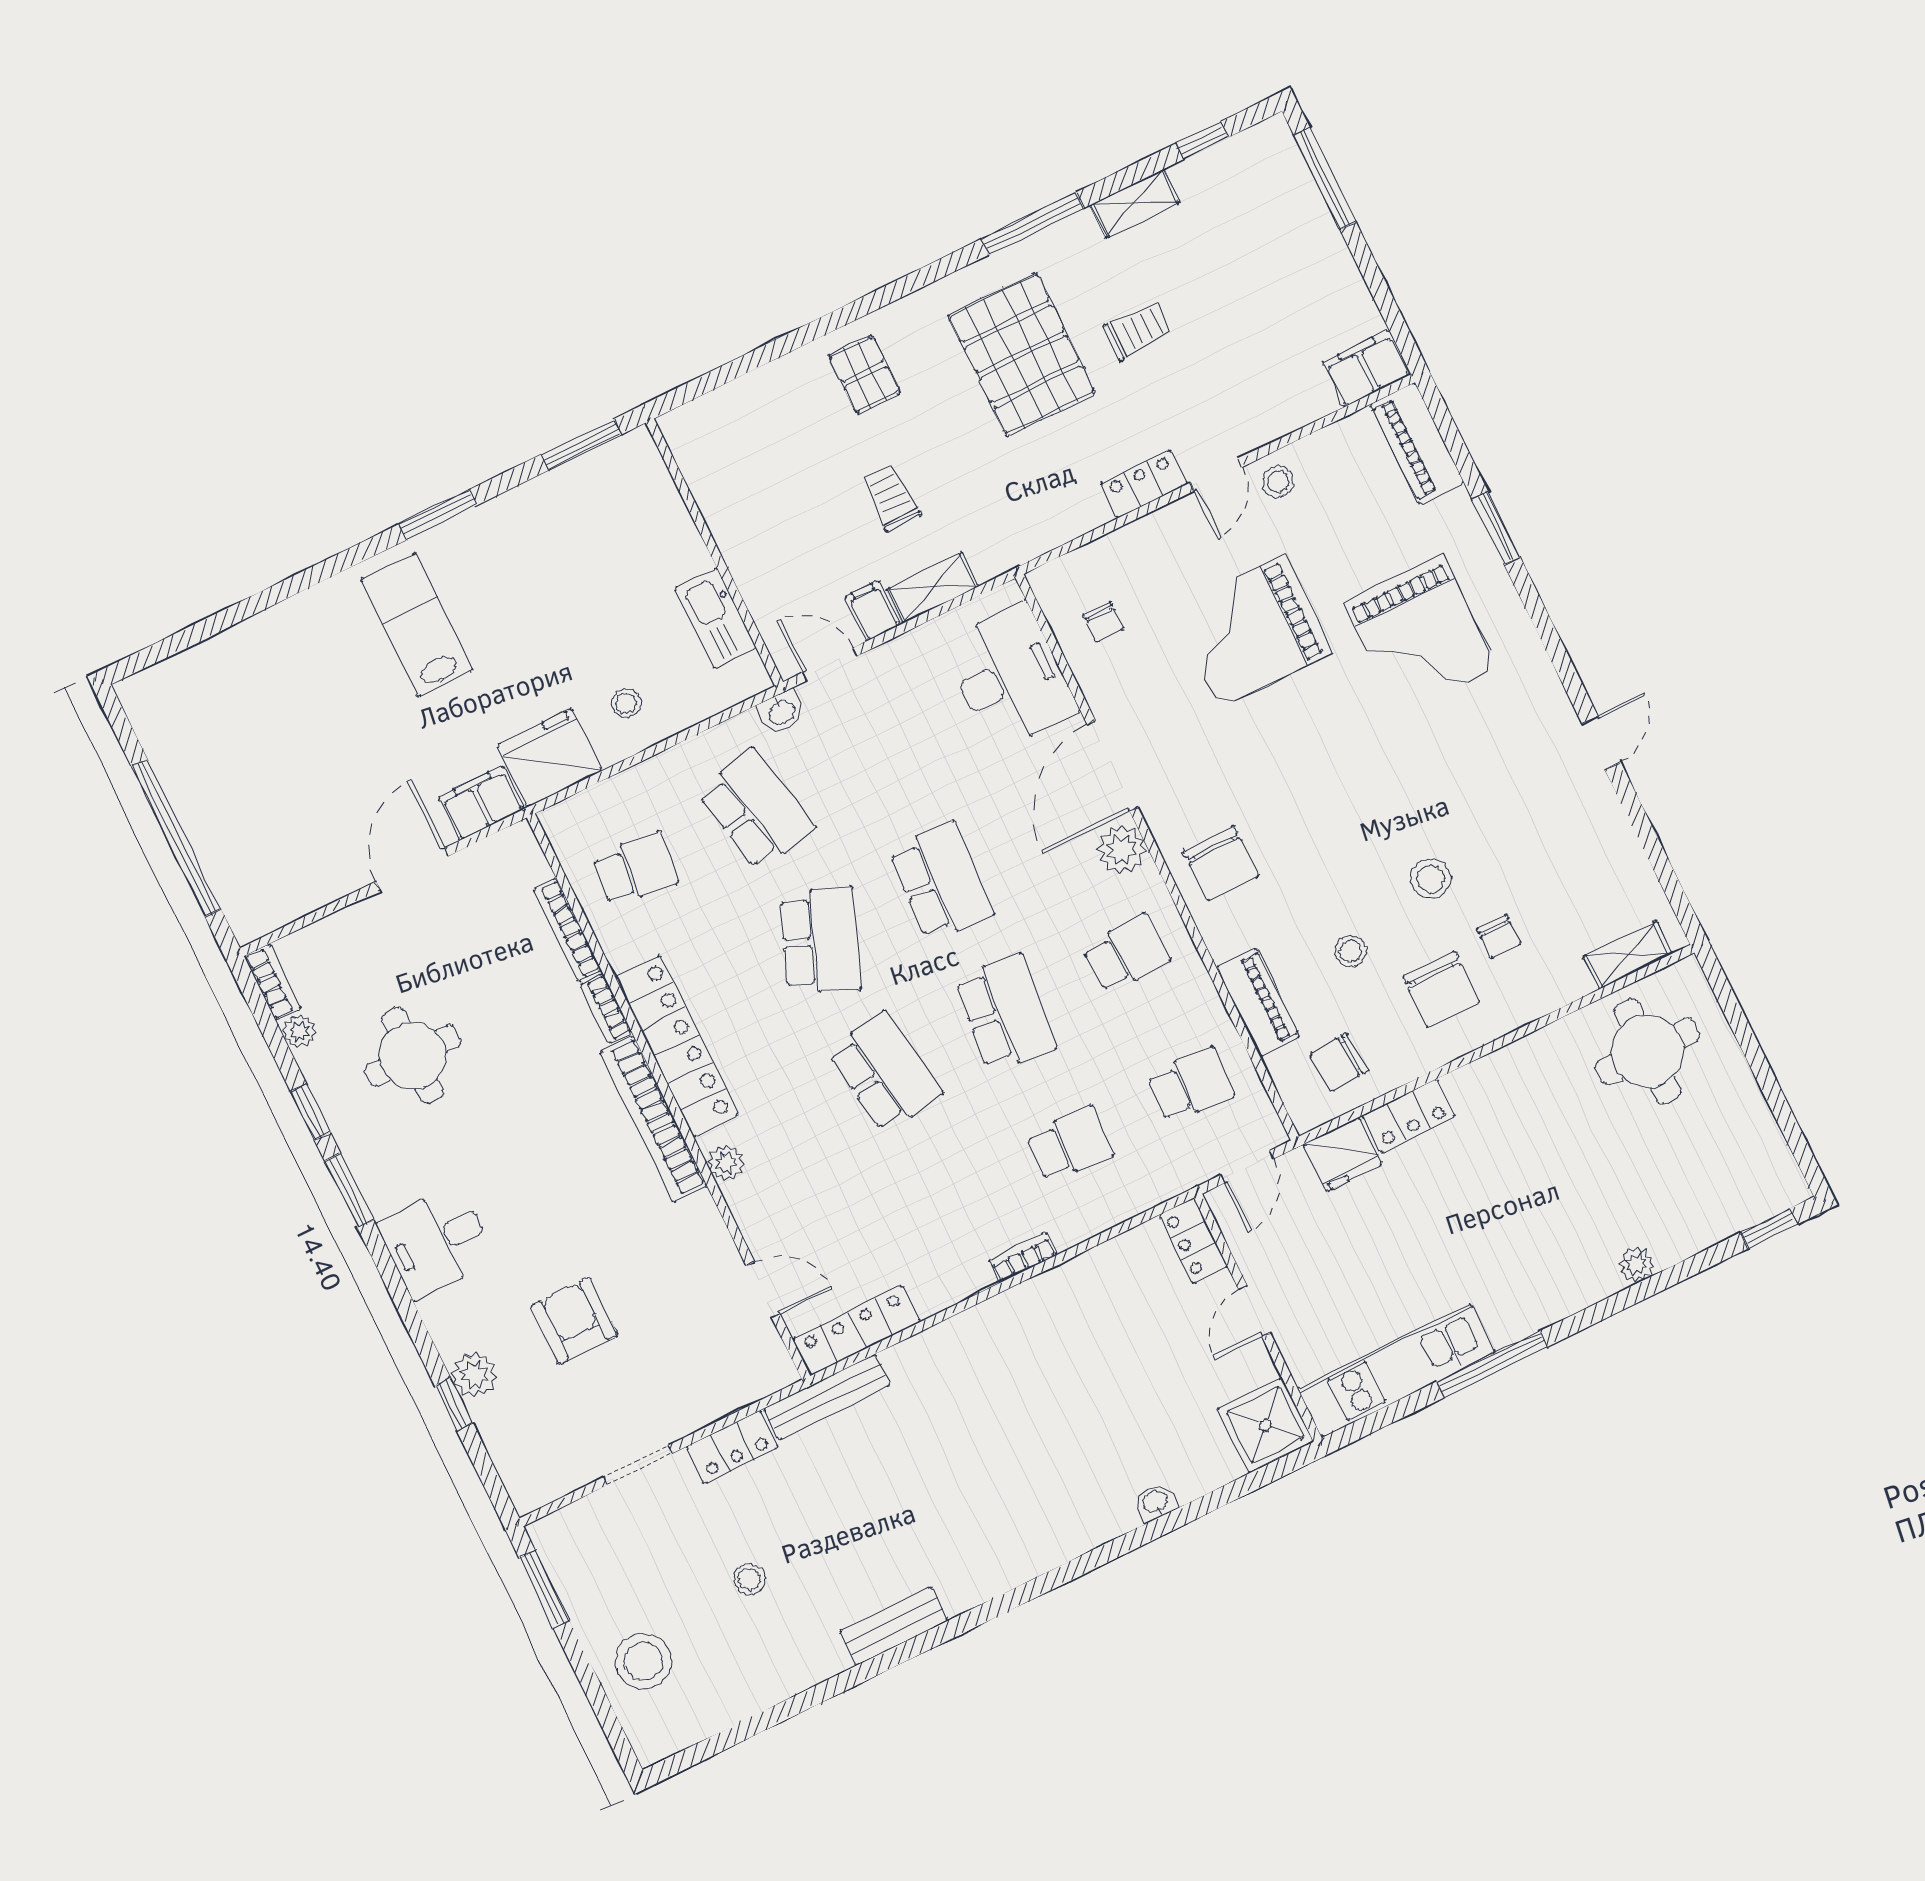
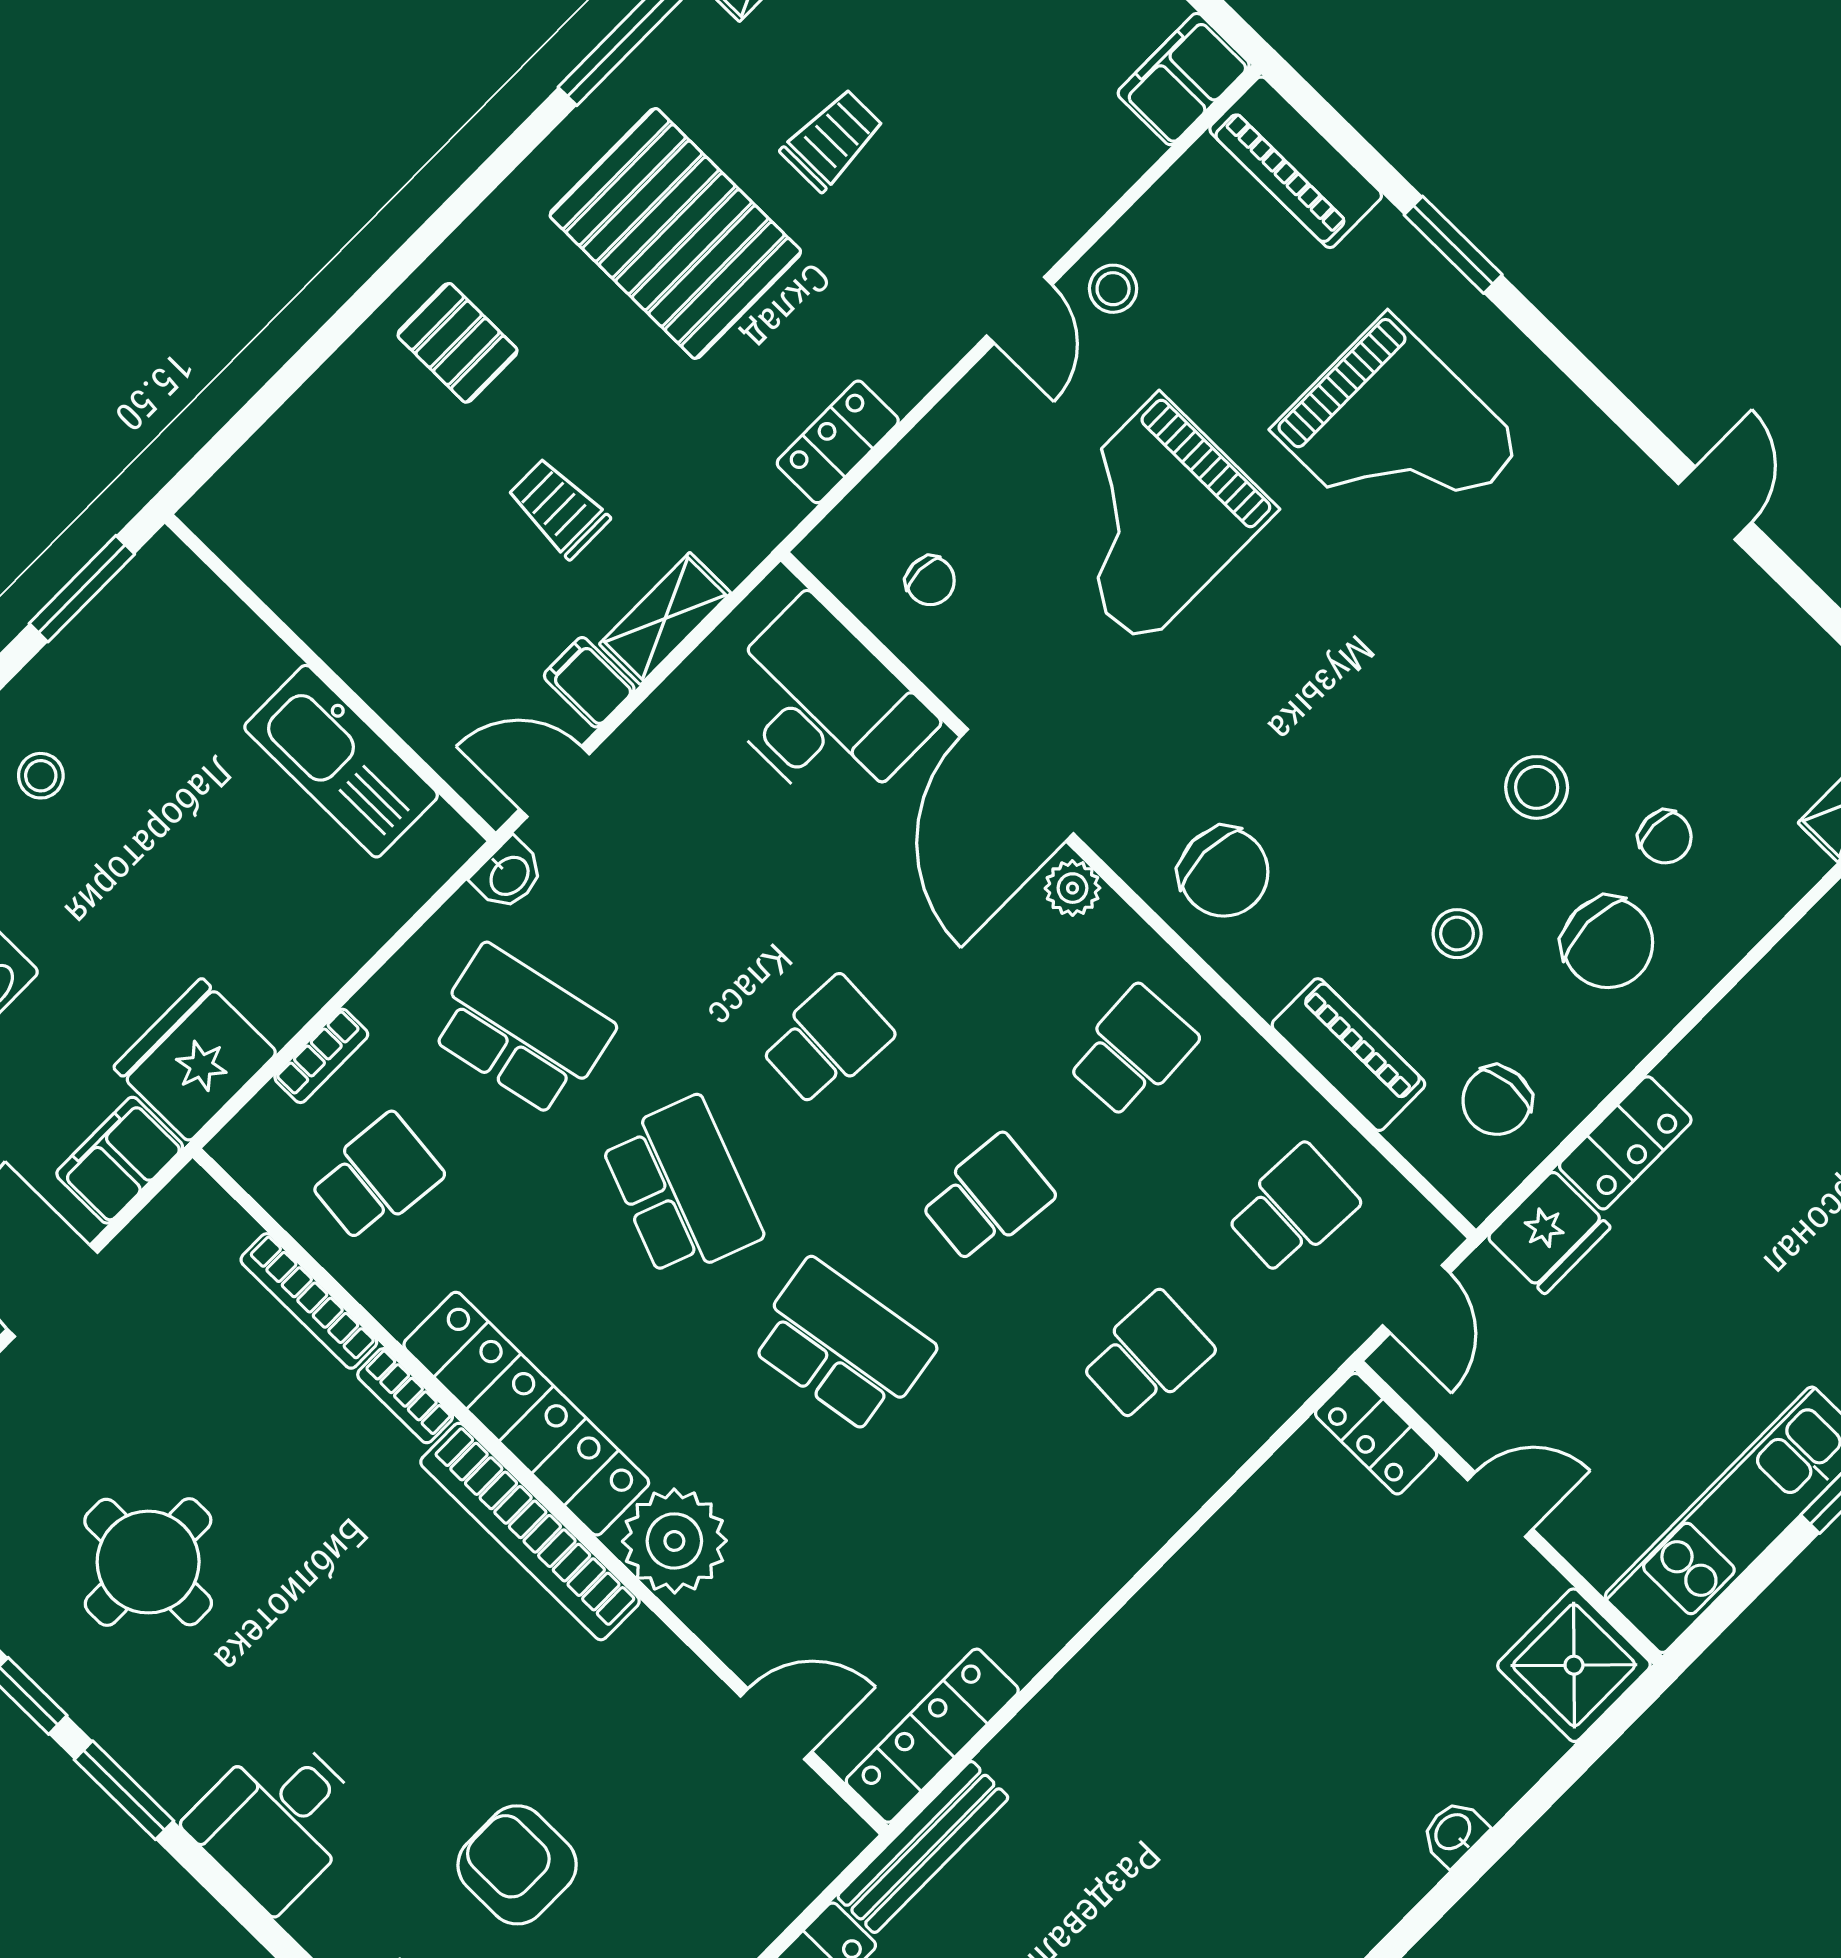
locker: (1144, 484) -> (838, 442), moved
kitchen sink: (715, 618) -> (341, 761), width x1.36, depth x1.24
stool: (626, 703) -> (41, 776), moved
plant: (1121, 850) -> (1072, 888), width x0.73, depth x0.73
school desk: (941, 882) -> (827, 1041), width x0.54
school desk: (1005, 1013) -> (987, 1199), width x0.54
plant: (726, 1163) -> (674, 1541), width x1.87, depth x1.87
bookcase: (1023, 1258) -> (321, 1056), moved, turned 180
door: (1254, 1311) -> (1500, 1504), swing flipped

